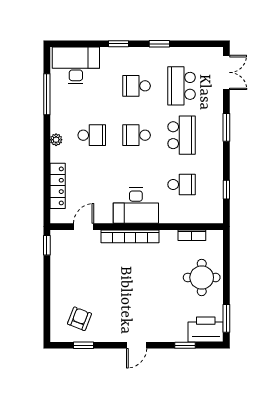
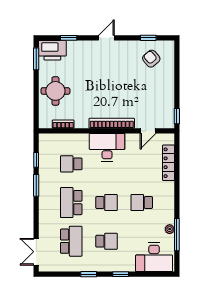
window: (226, 127) -> (36, 185), moved
plant: (56, 140) -> (170, 229), moved
armchair: (79, 319) -> (151, 59), turned 119

